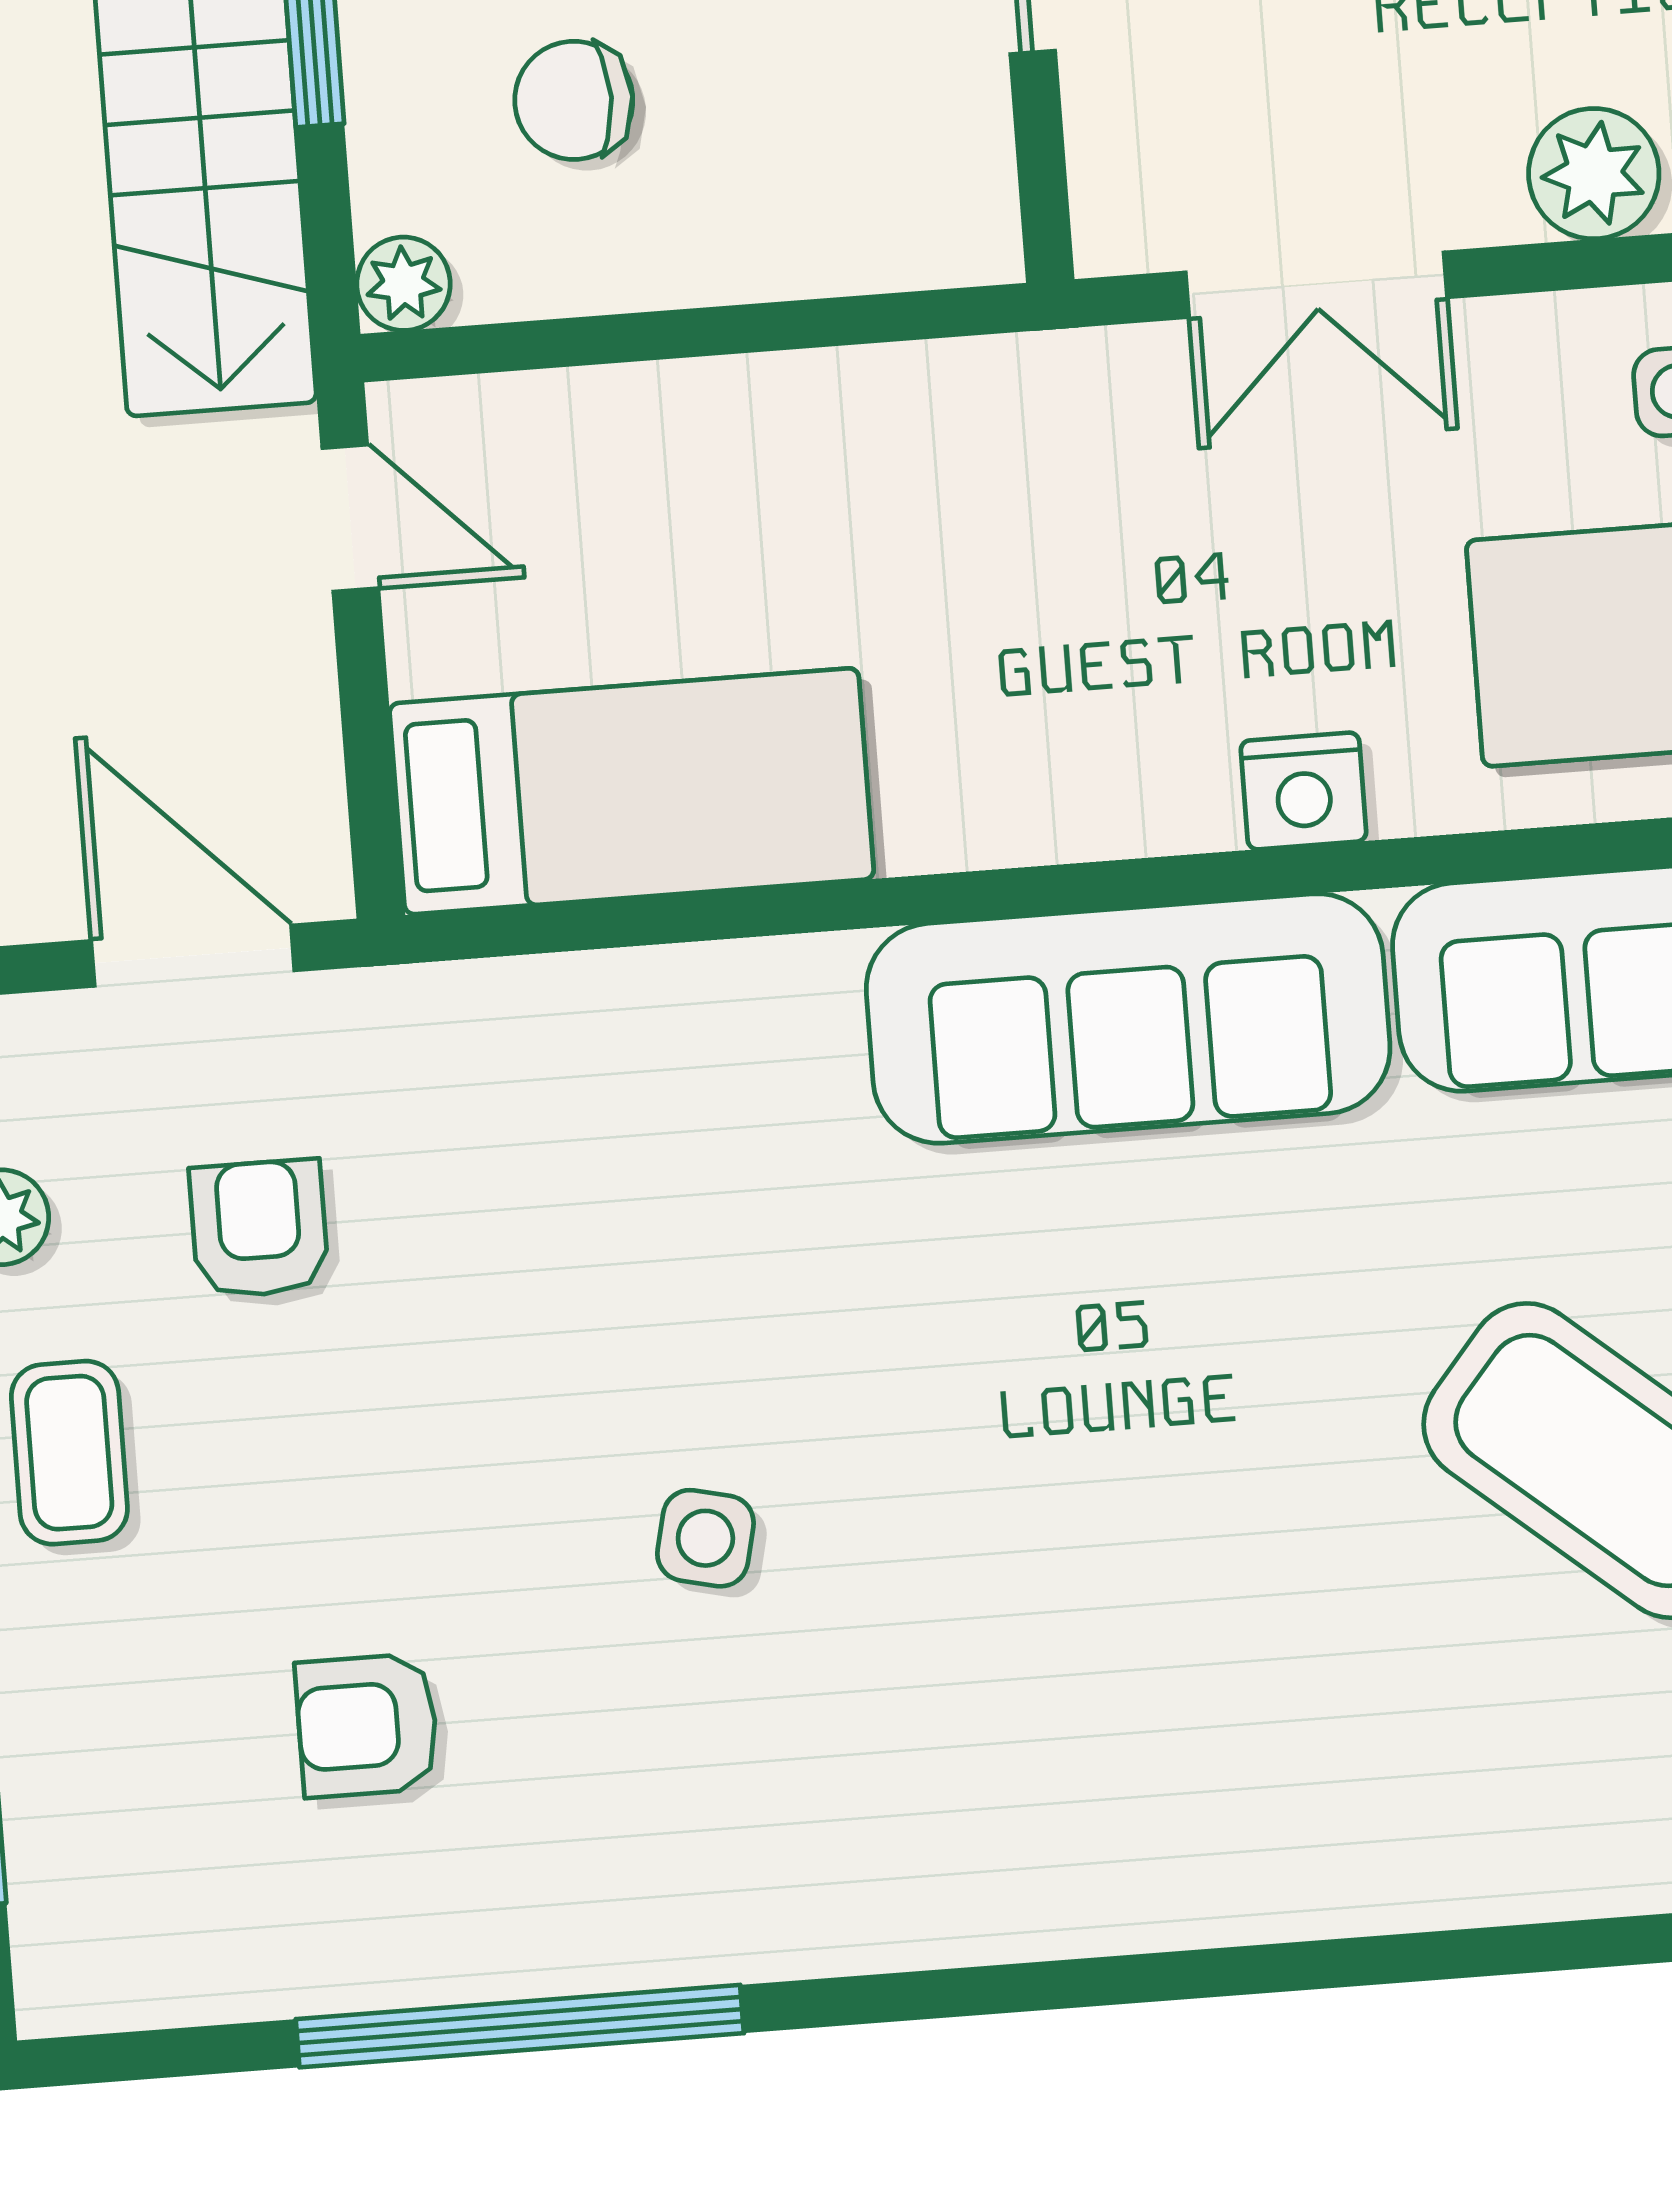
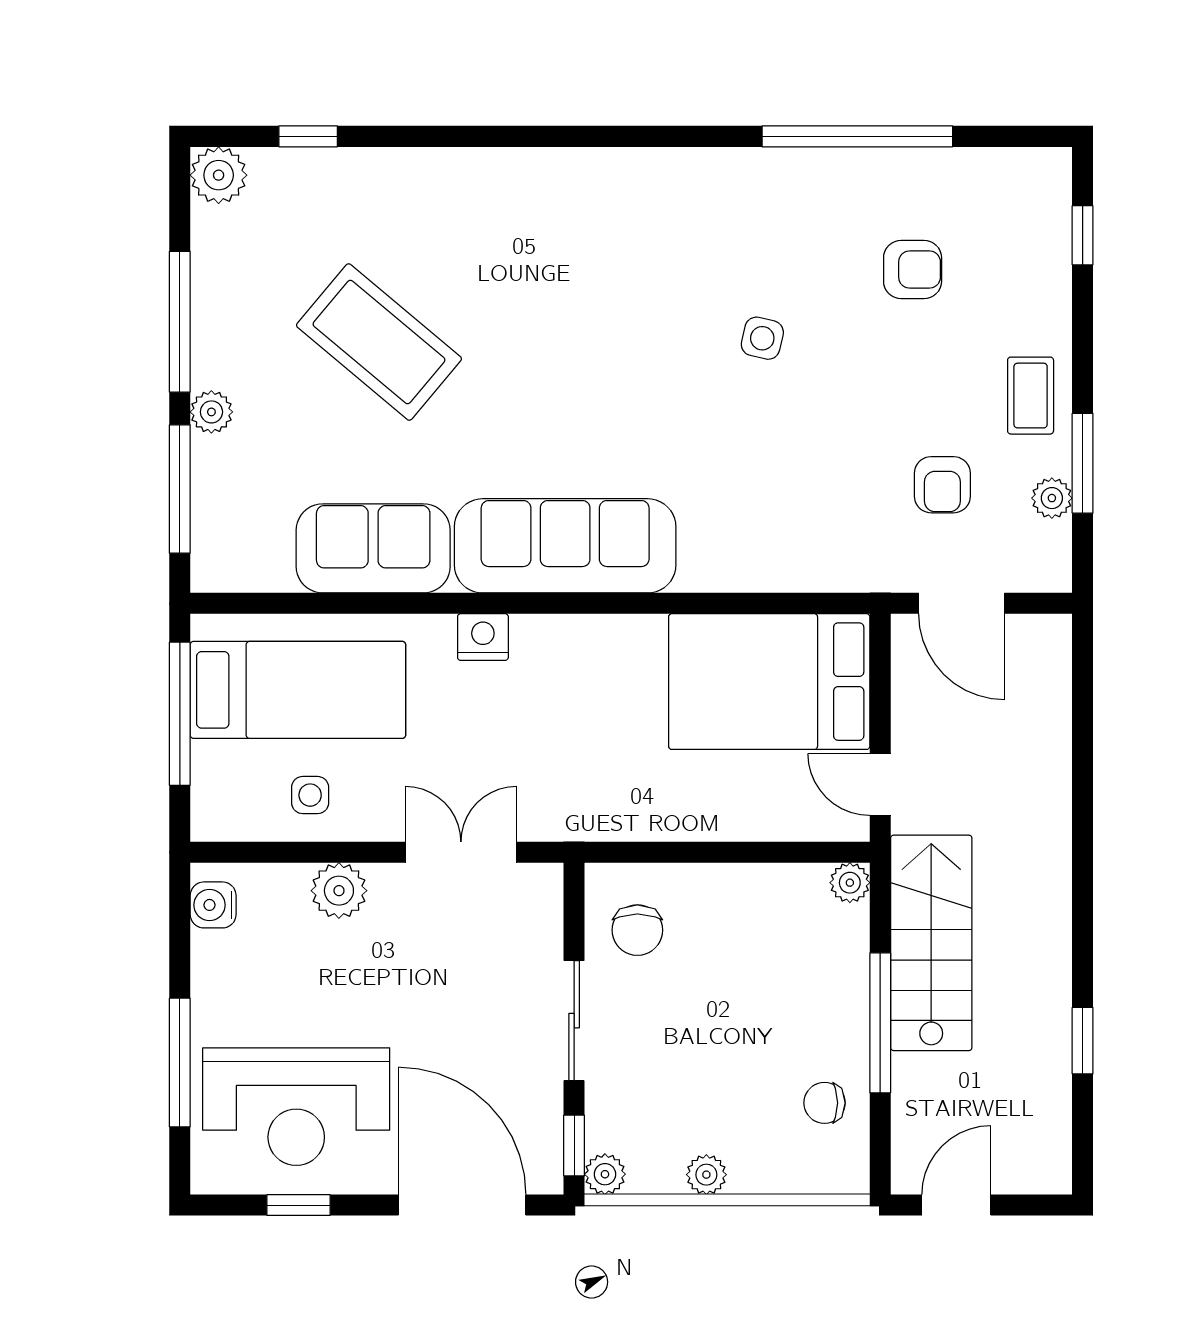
chair: (574, 100) -> (637, 930), moved, turned 90
bed: (632, 791) -> (769, 682), width x1.50

